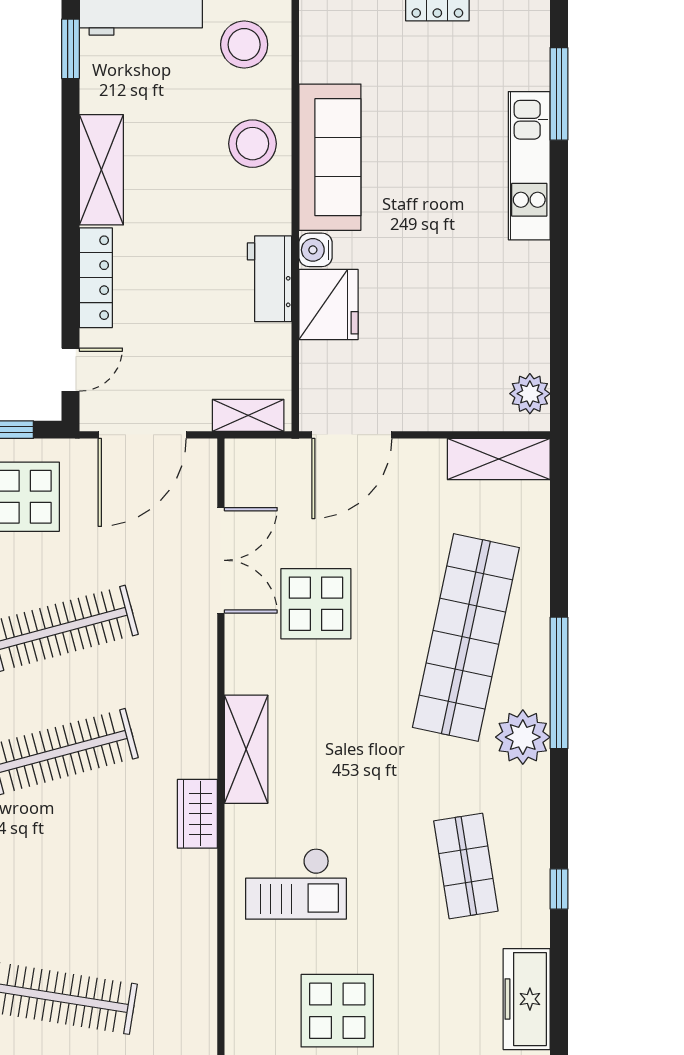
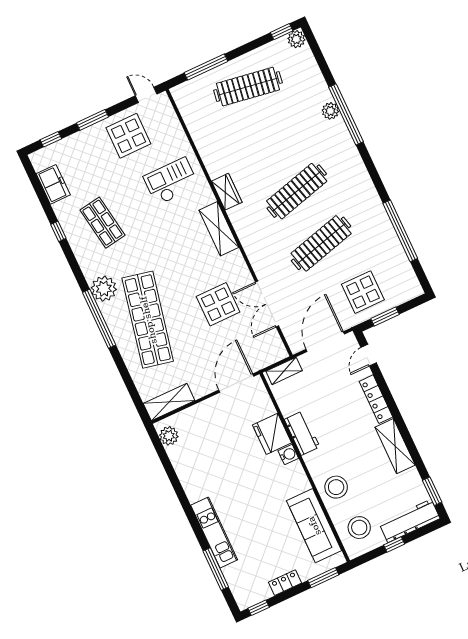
sofa: (330, 157) -> (314, 526), moved
freezer: (527, 999) -> (53, 184), width x0.71

